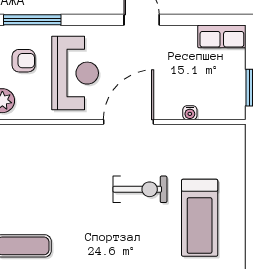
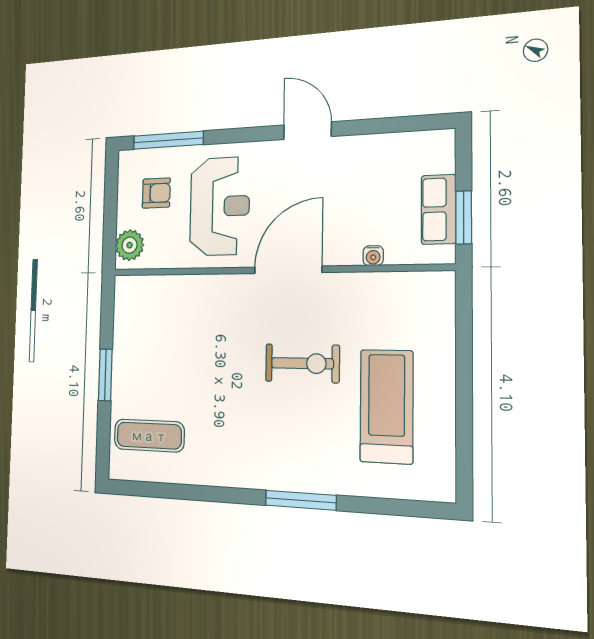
row of seats: (222, 36) -> (439, 209), moved, turned 90
treadmill: (200, 218) -> (386, 406), turned 180

